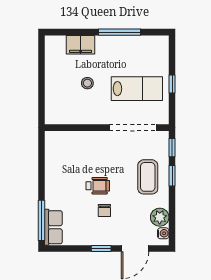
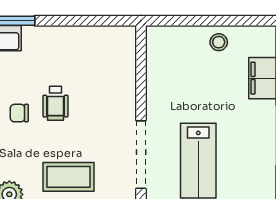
stool: (87, 83) -> (219, 42), moved

